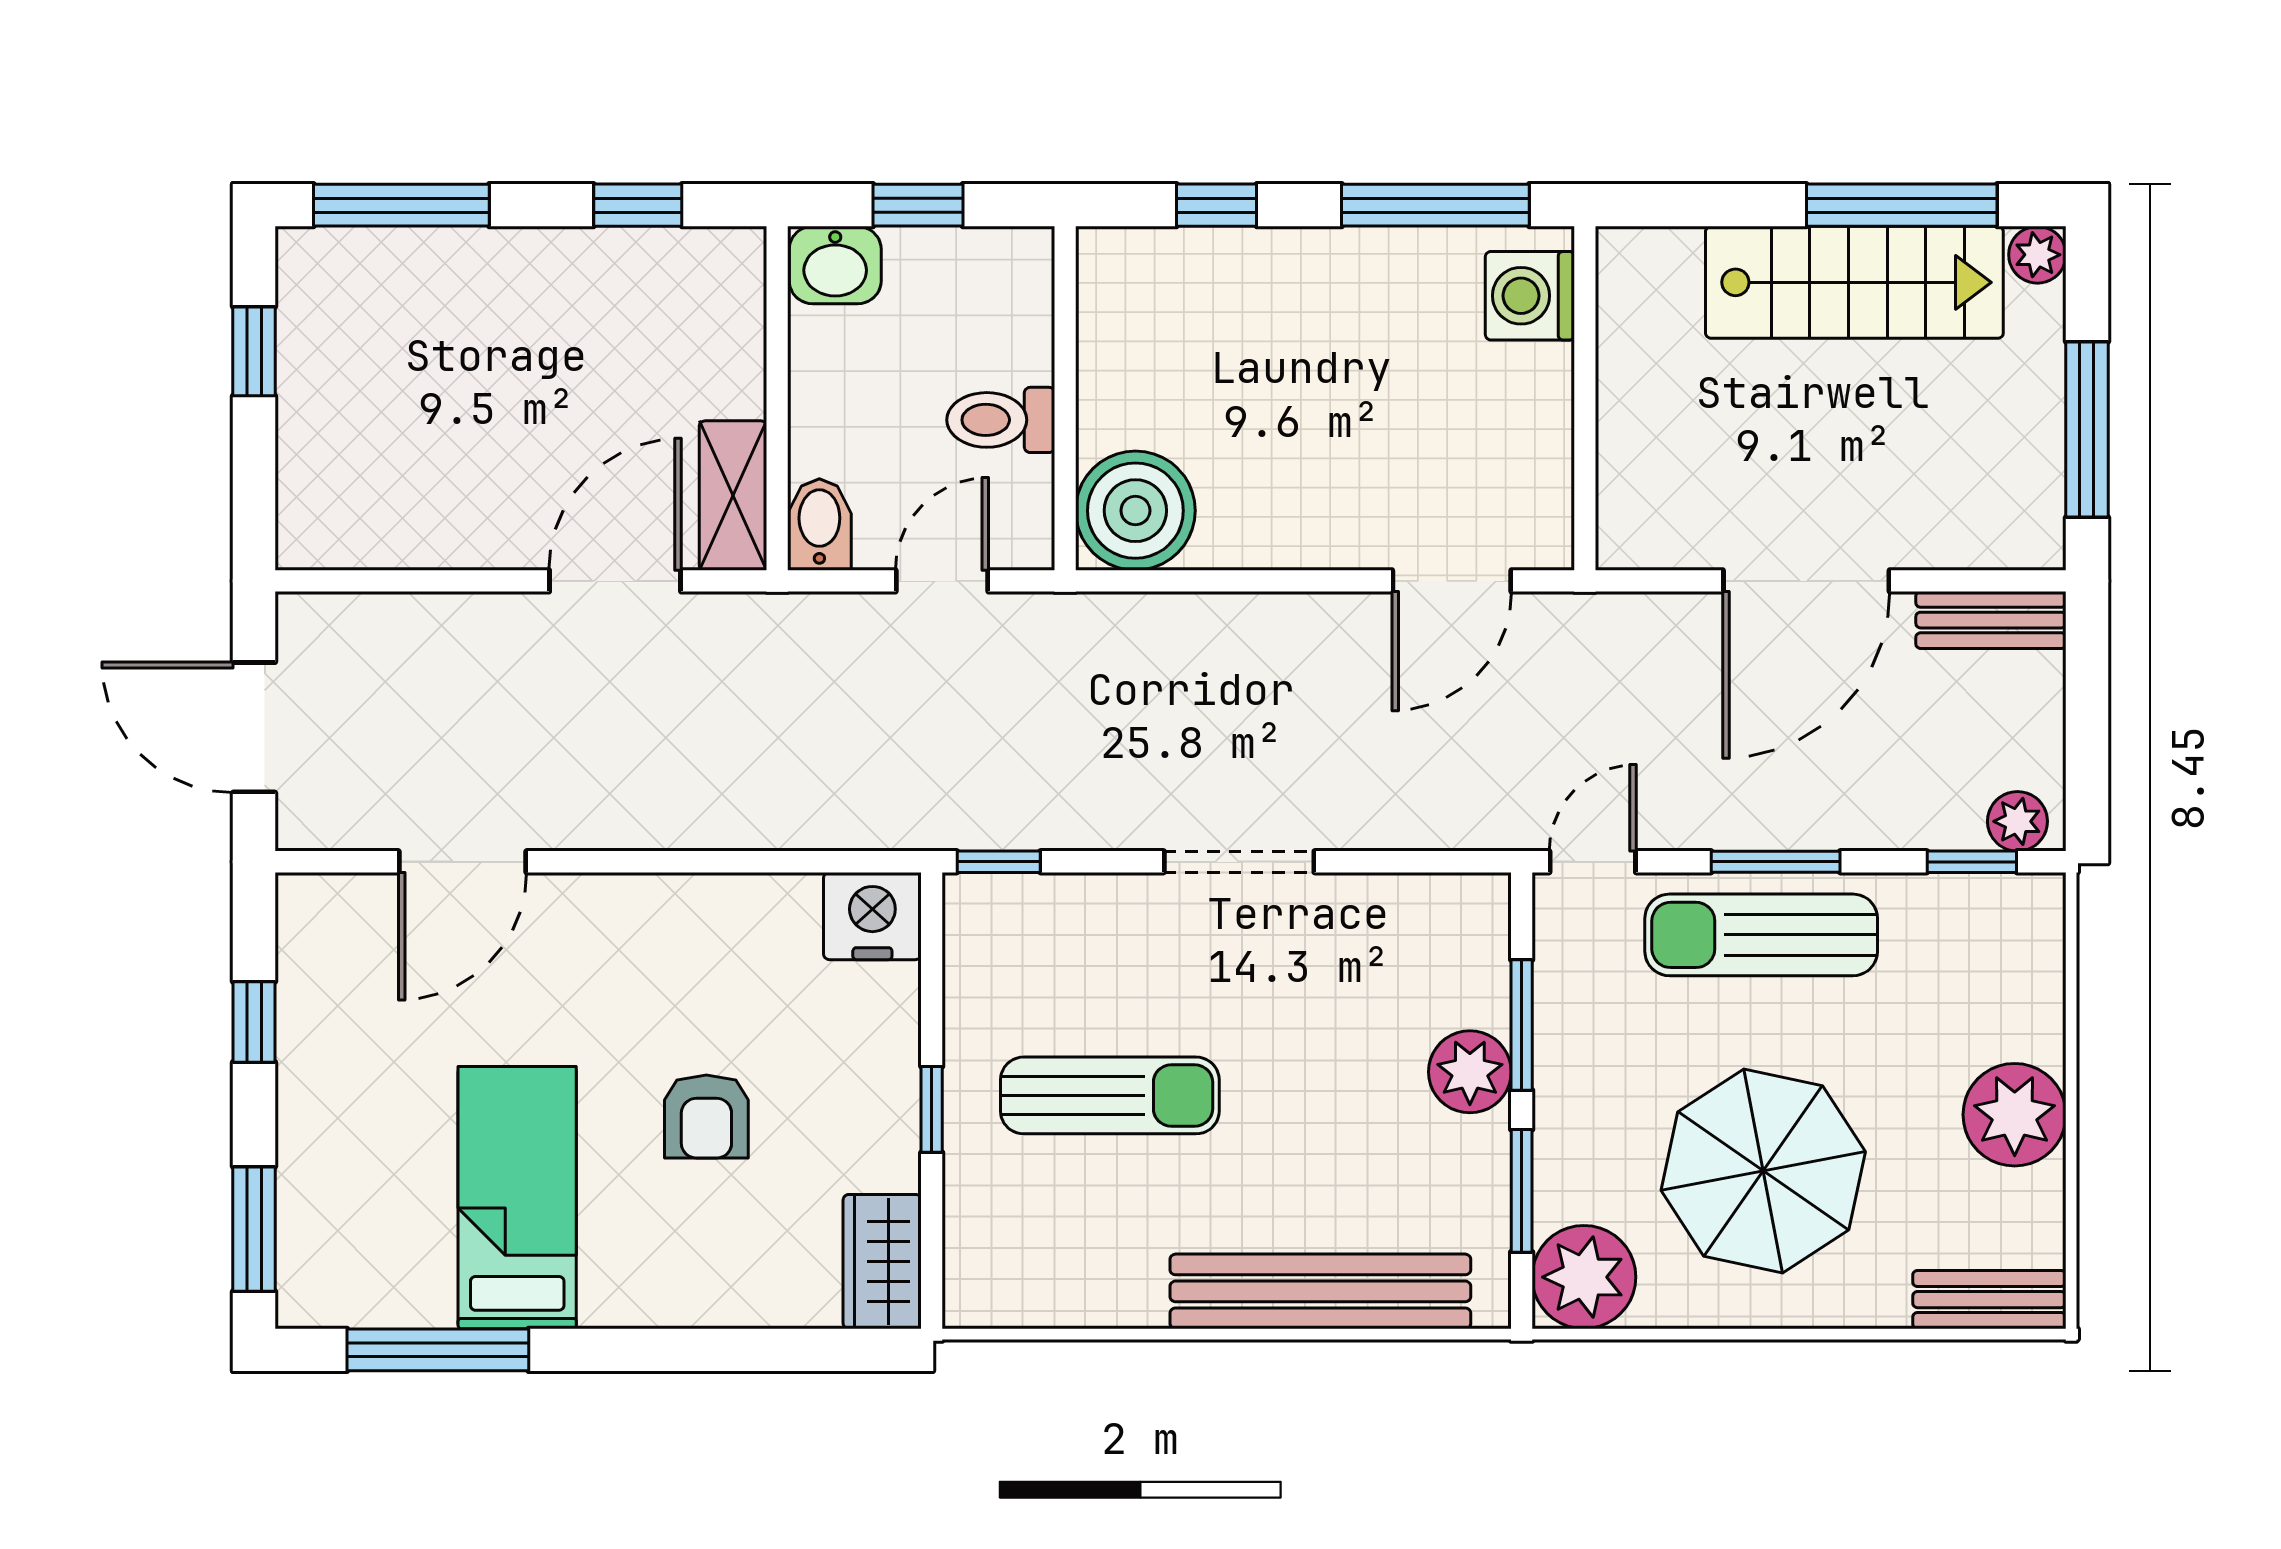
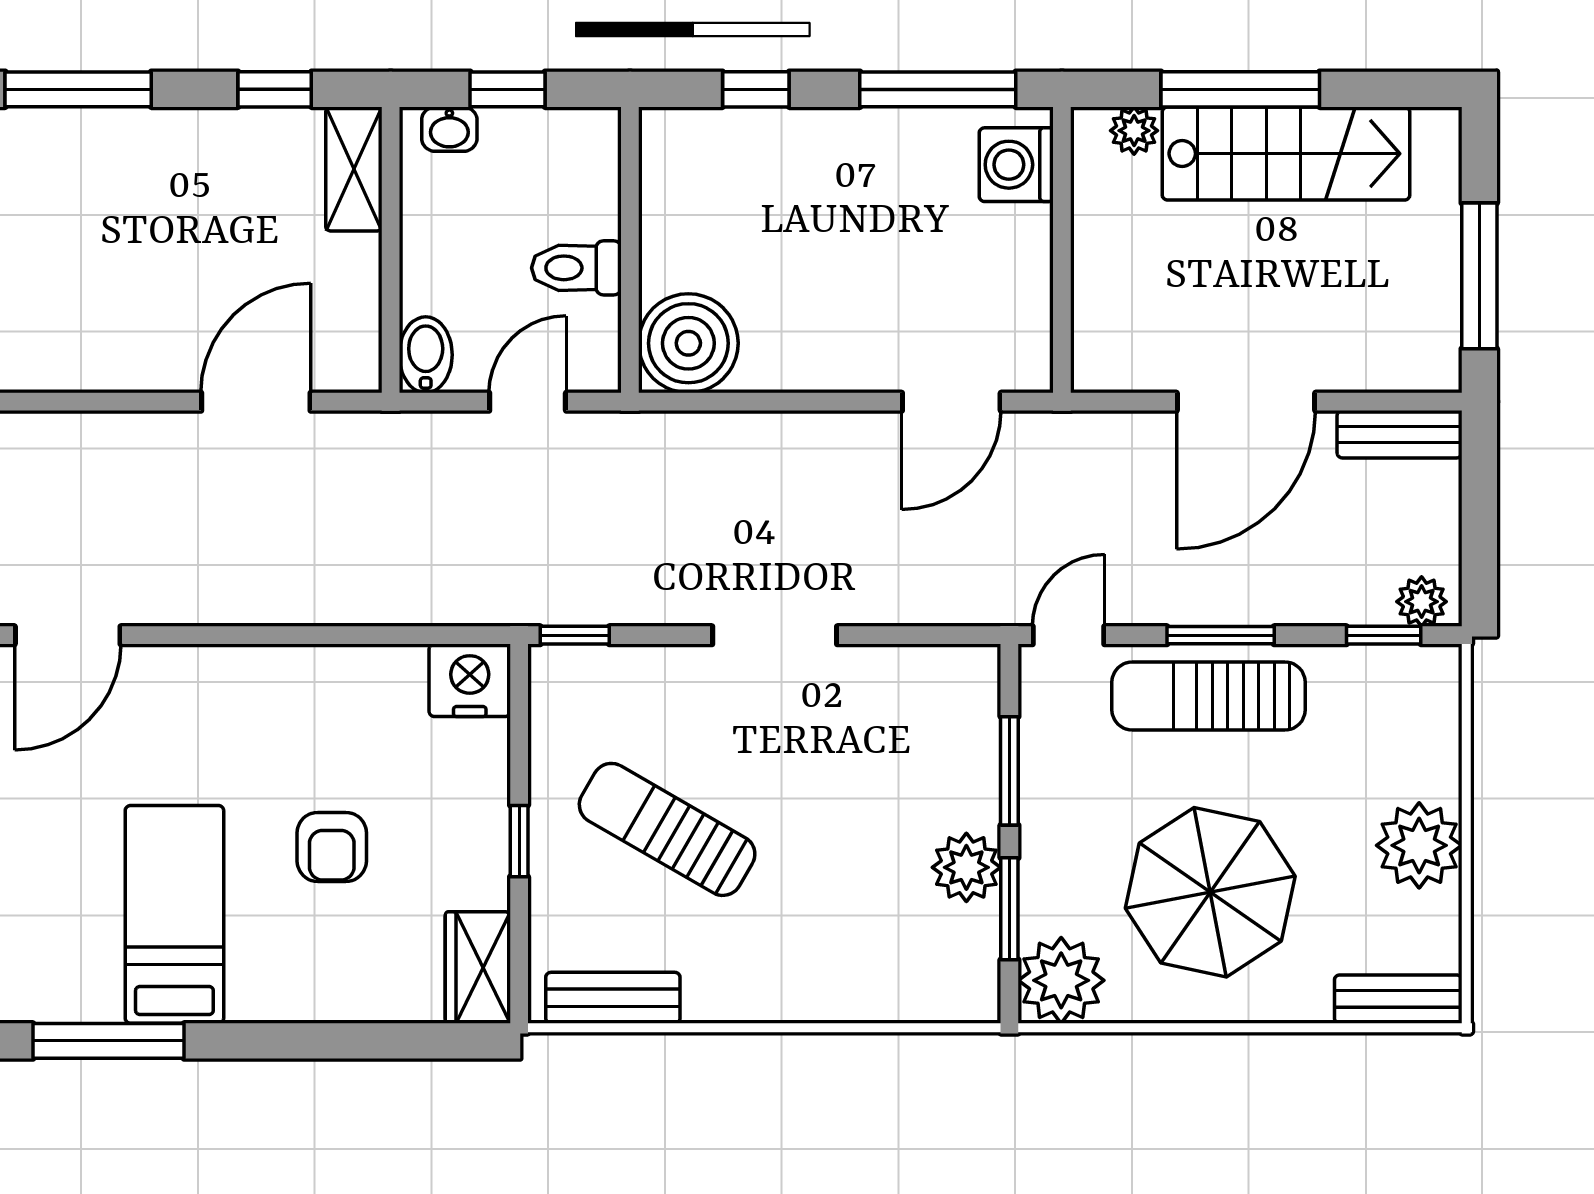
window: (1902, 205) -> (1240, 89), moved
plant: (2037, 255) -> (1134, 131), moved
washbasin: (835, 265) -> (449, 129), width x0.72, depth x0.69
shelving: (733, 496) -> (354, 169), moved
door: (462, 862) -> (68, 635), moved
plant: (1470, 1072) -> (966, 867), moved
sun lounger: (1110, 1095) -> (667, 829), turned -150
bench: (1320, 1291) -> (613, 998), moved, width x0.54, depth x0.82

